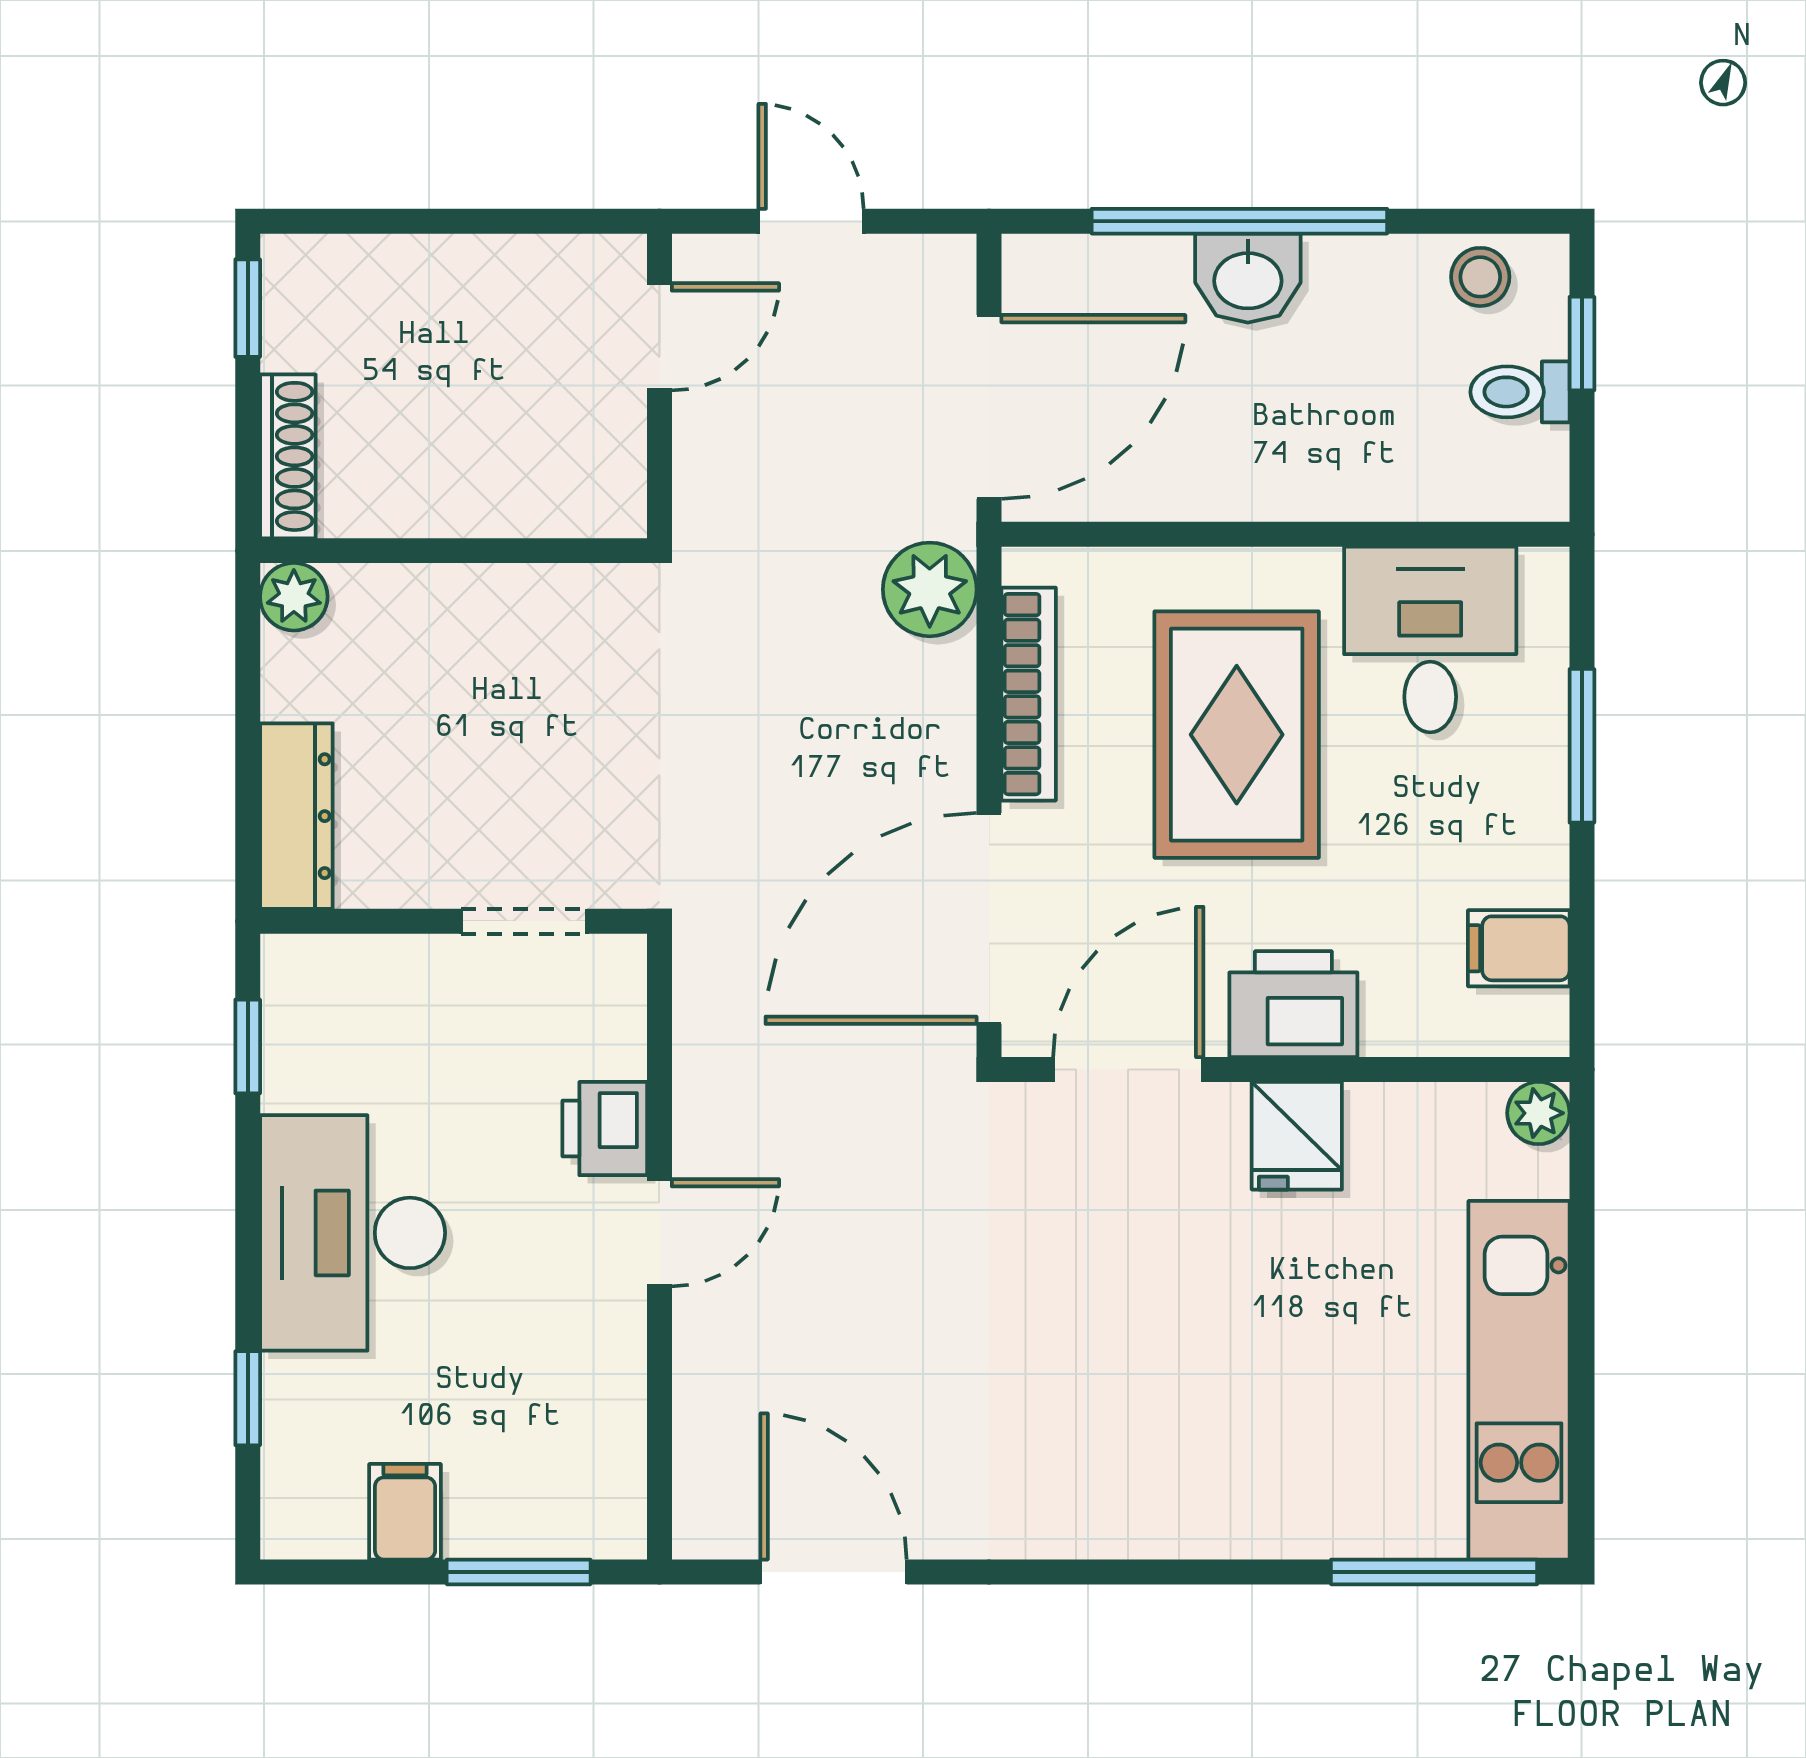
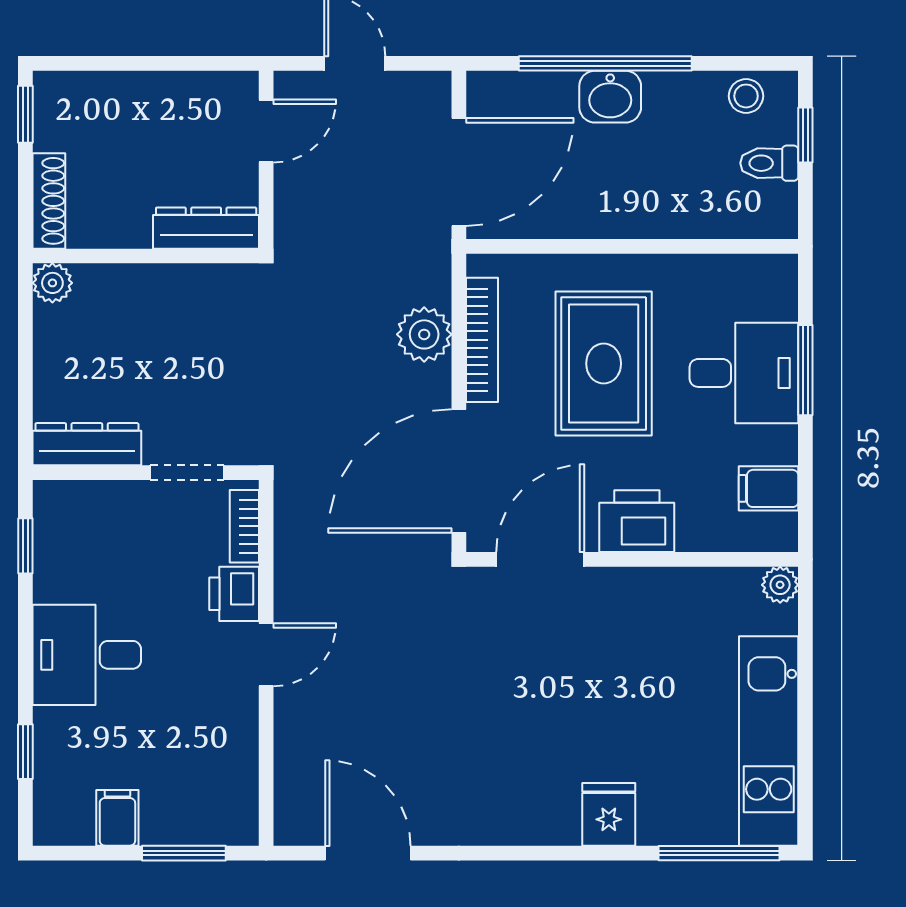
dresser: (557, 503) -> (206, 228), added
plant: (930, 589) -> (424, 334), moved
desk: (1430, 639) -> (744, 373), moved, turned 90
dresser: (296, 816) -> (87, 444), moved, turned -90
bookcase: (622, 1013) -> (244, 526), added
fridge: (1297, 1136) -> (609, 814), moved, turned 180
desk: (353, 1233) -> (87, 655), width x0.73

